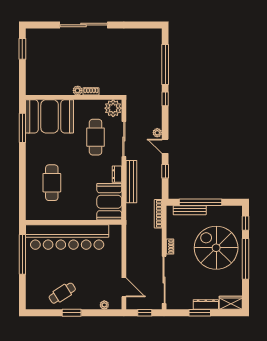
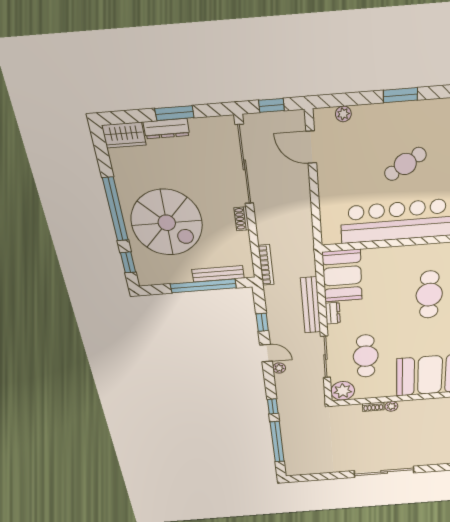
cafe table: (62, 293) -> (405, 164), moved

